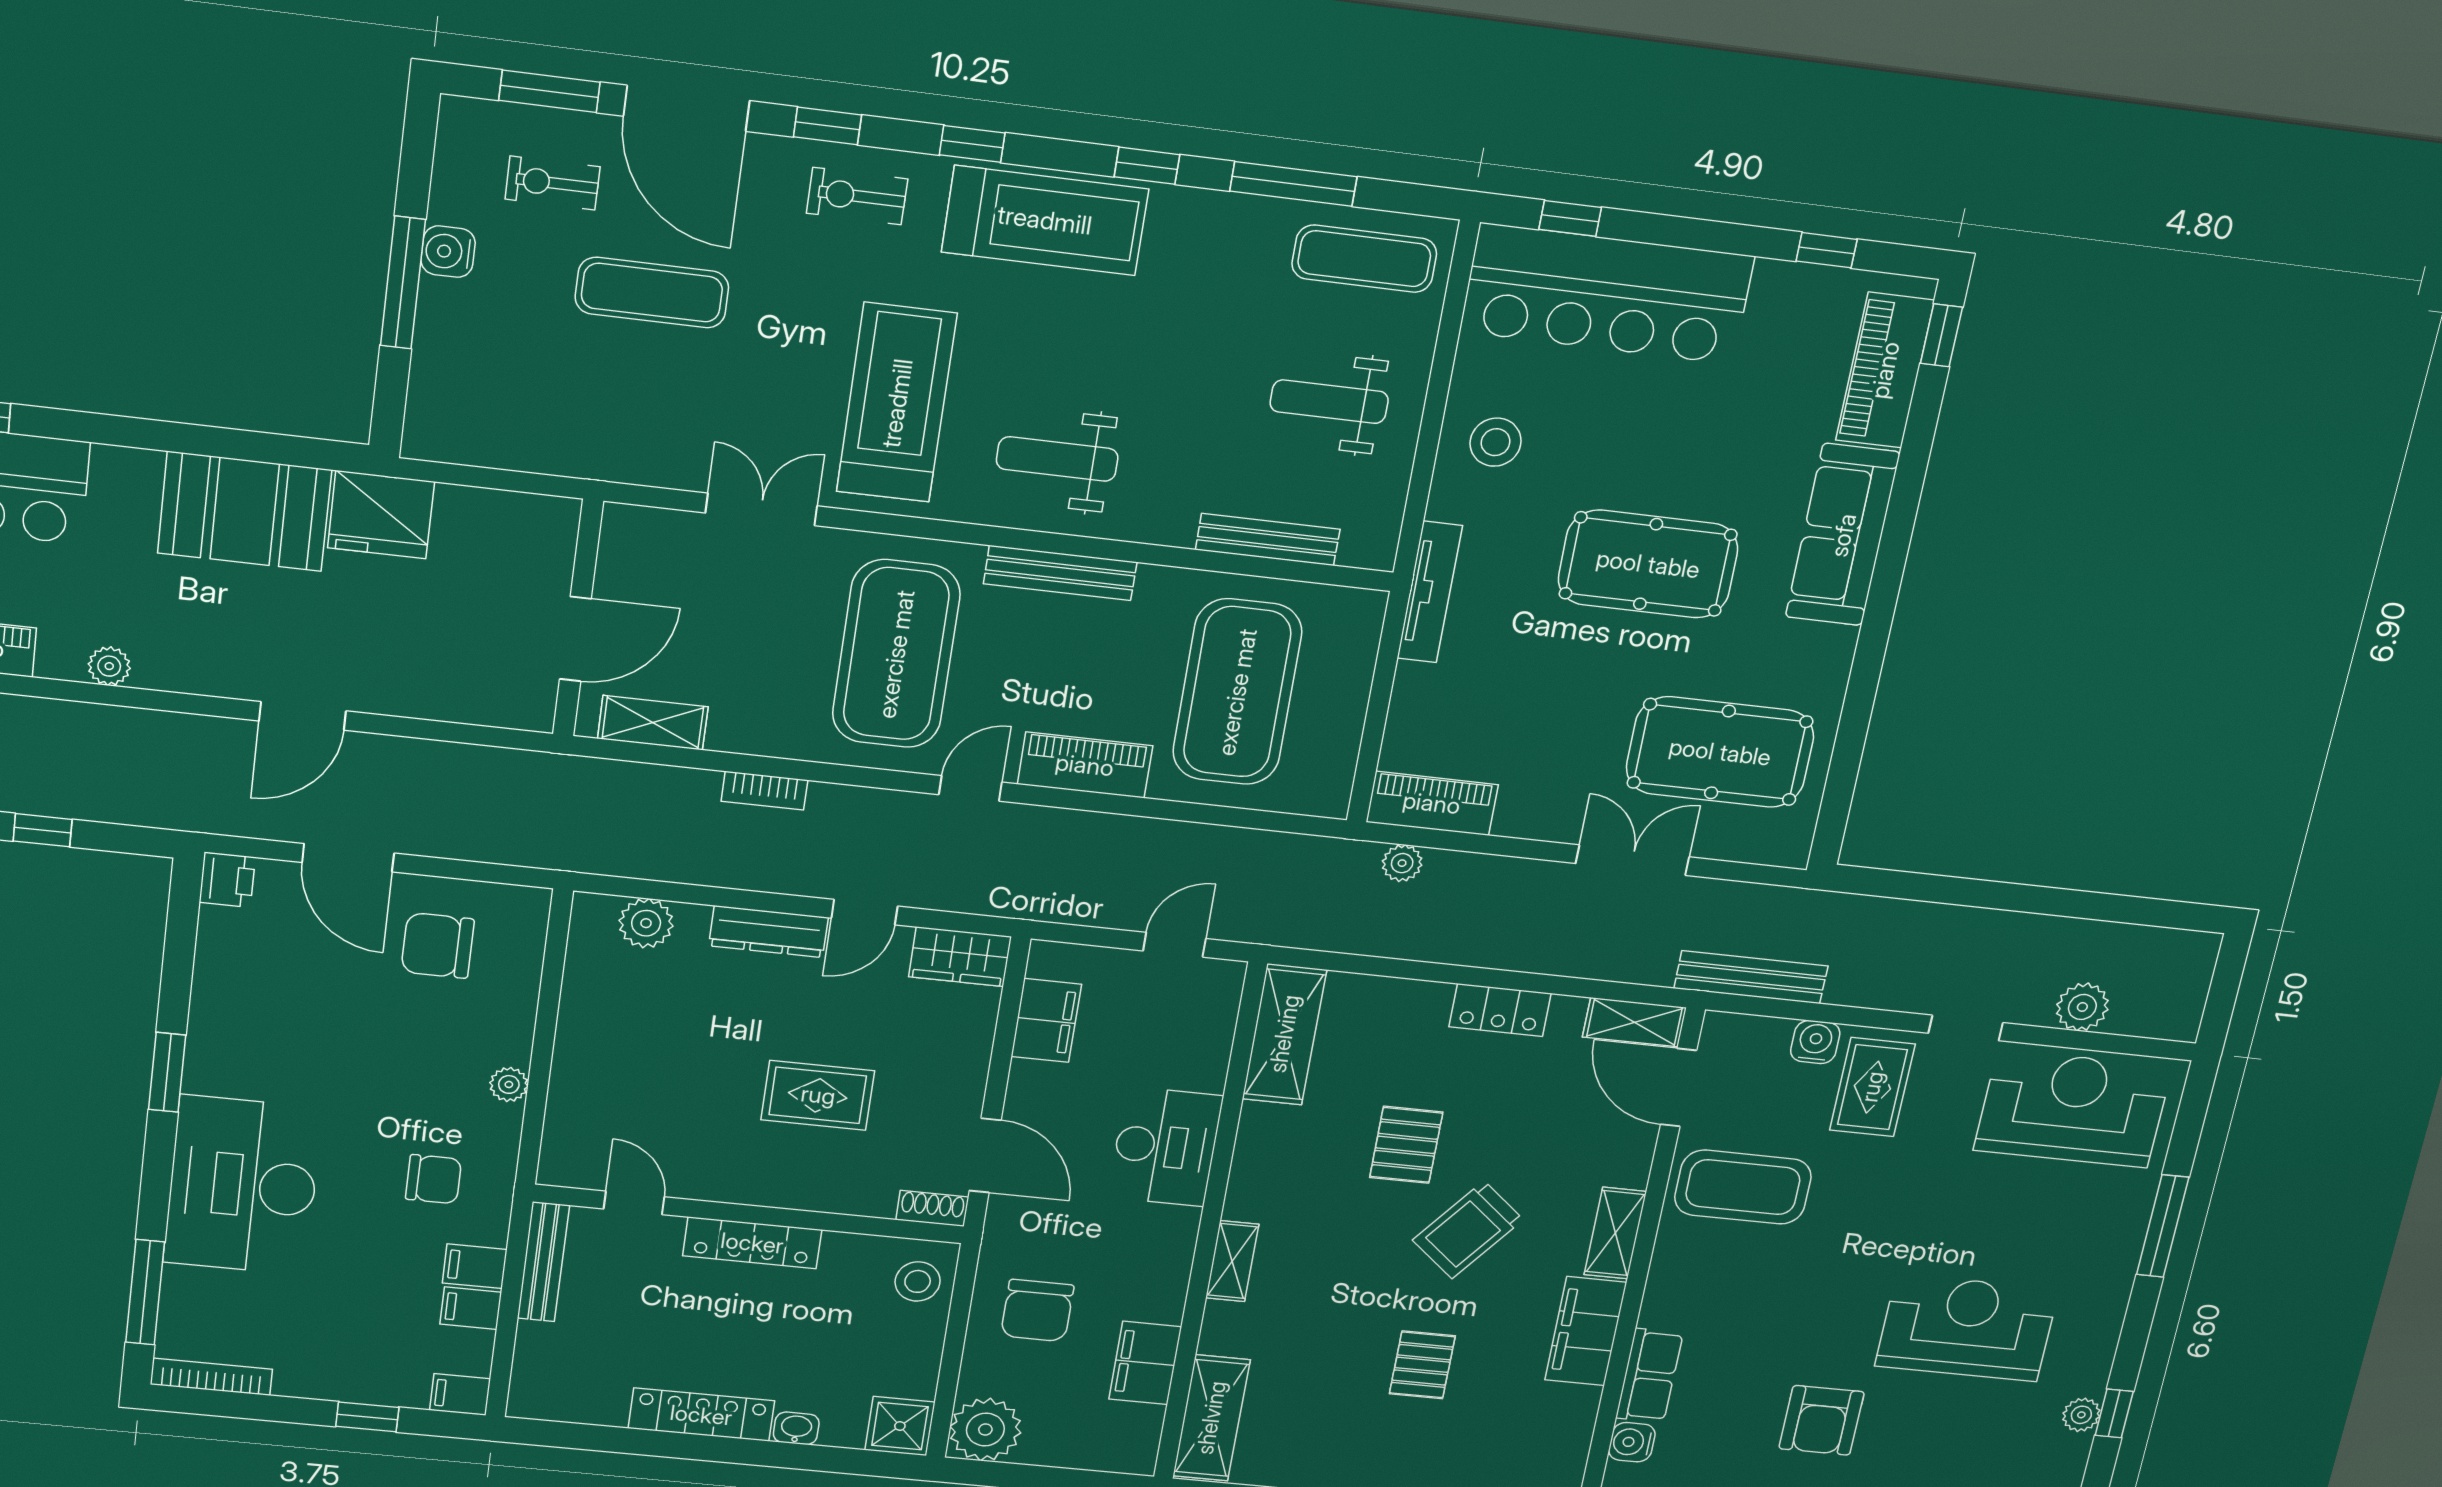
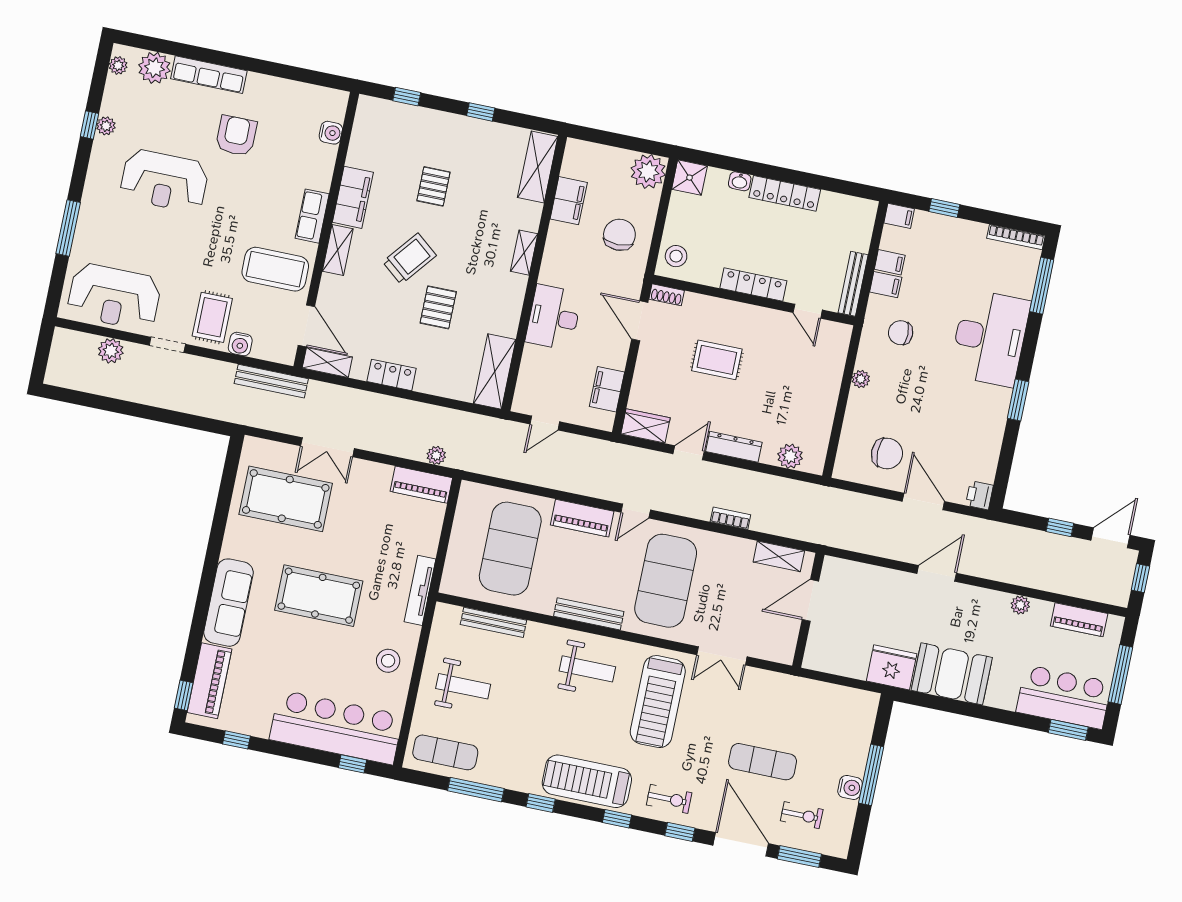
row of seats: (1649, 1375) -> (312, 216), moved

